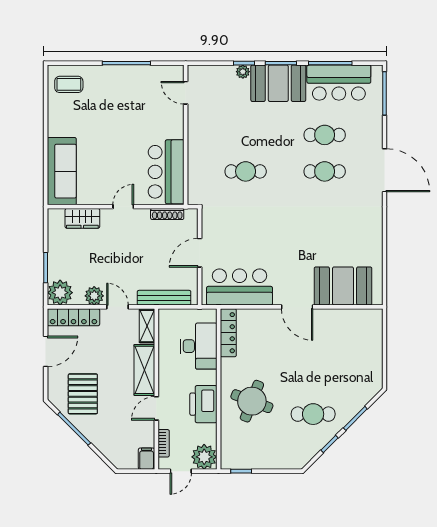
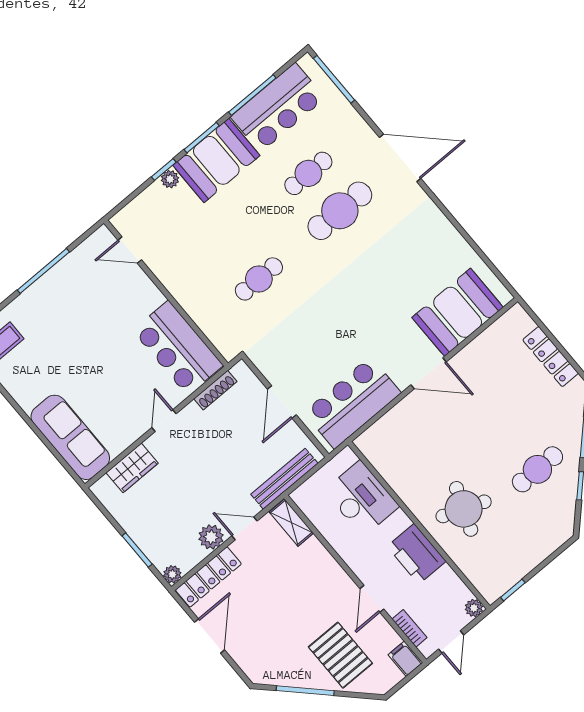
cafe table: (325, 171) -> (340, 211), width x1.37, depth x1.35
plant: (60, 293) -> (172, 574), width x0.53, depth x0.53
locker: (228, 333) -> (551, 357), moved, turned 180
shelving: (144, 370) -> (326, 570), removed
pallet: (83, 394) -> (340, 655), moved
plant: (204, 457) -> (474, 608), width x0.53, depth x0.53

